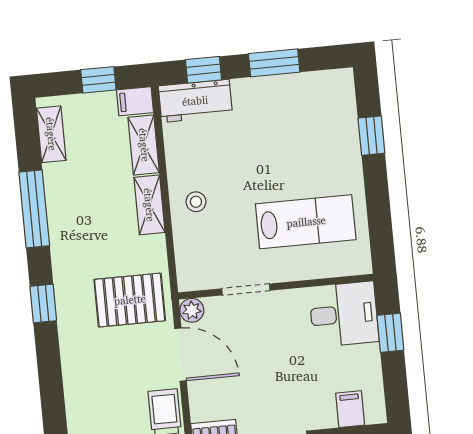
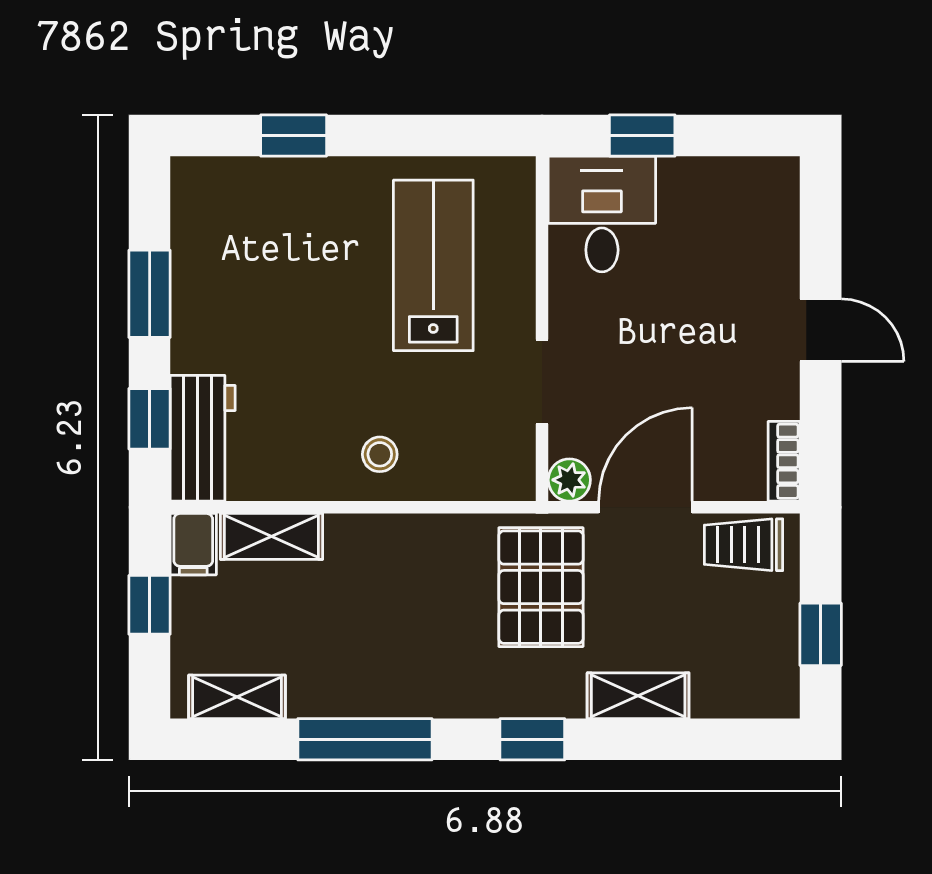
shelving: (149, 205) -> (638, 696), moved
filing cabinet: (350, 409) -> (770, 219), removed

